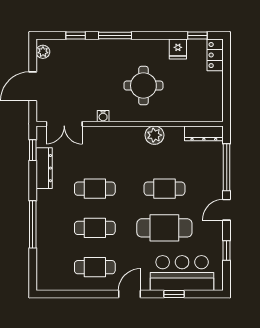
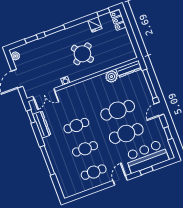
round table: (143, 86) -> (82, 54), turned -35
plant: (154, 135) -> (111, 76), moved
cafe table: (164, 189) -> (118, 110), width x1.37, depth x1.35

